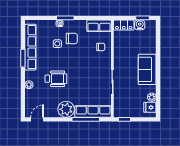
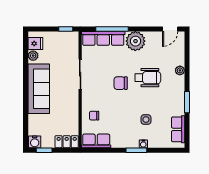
water cooler: (140, 25) -> (35, 142), moved
chair: (72, 38) -> (121, 83), moved
row of seats: (30, 47) -> (178, 129), width x0.50
sofa: (147, 69) -> (39, 89), width x1.36
wheelchair: (56, 79) -> (148, 78), turned 180

